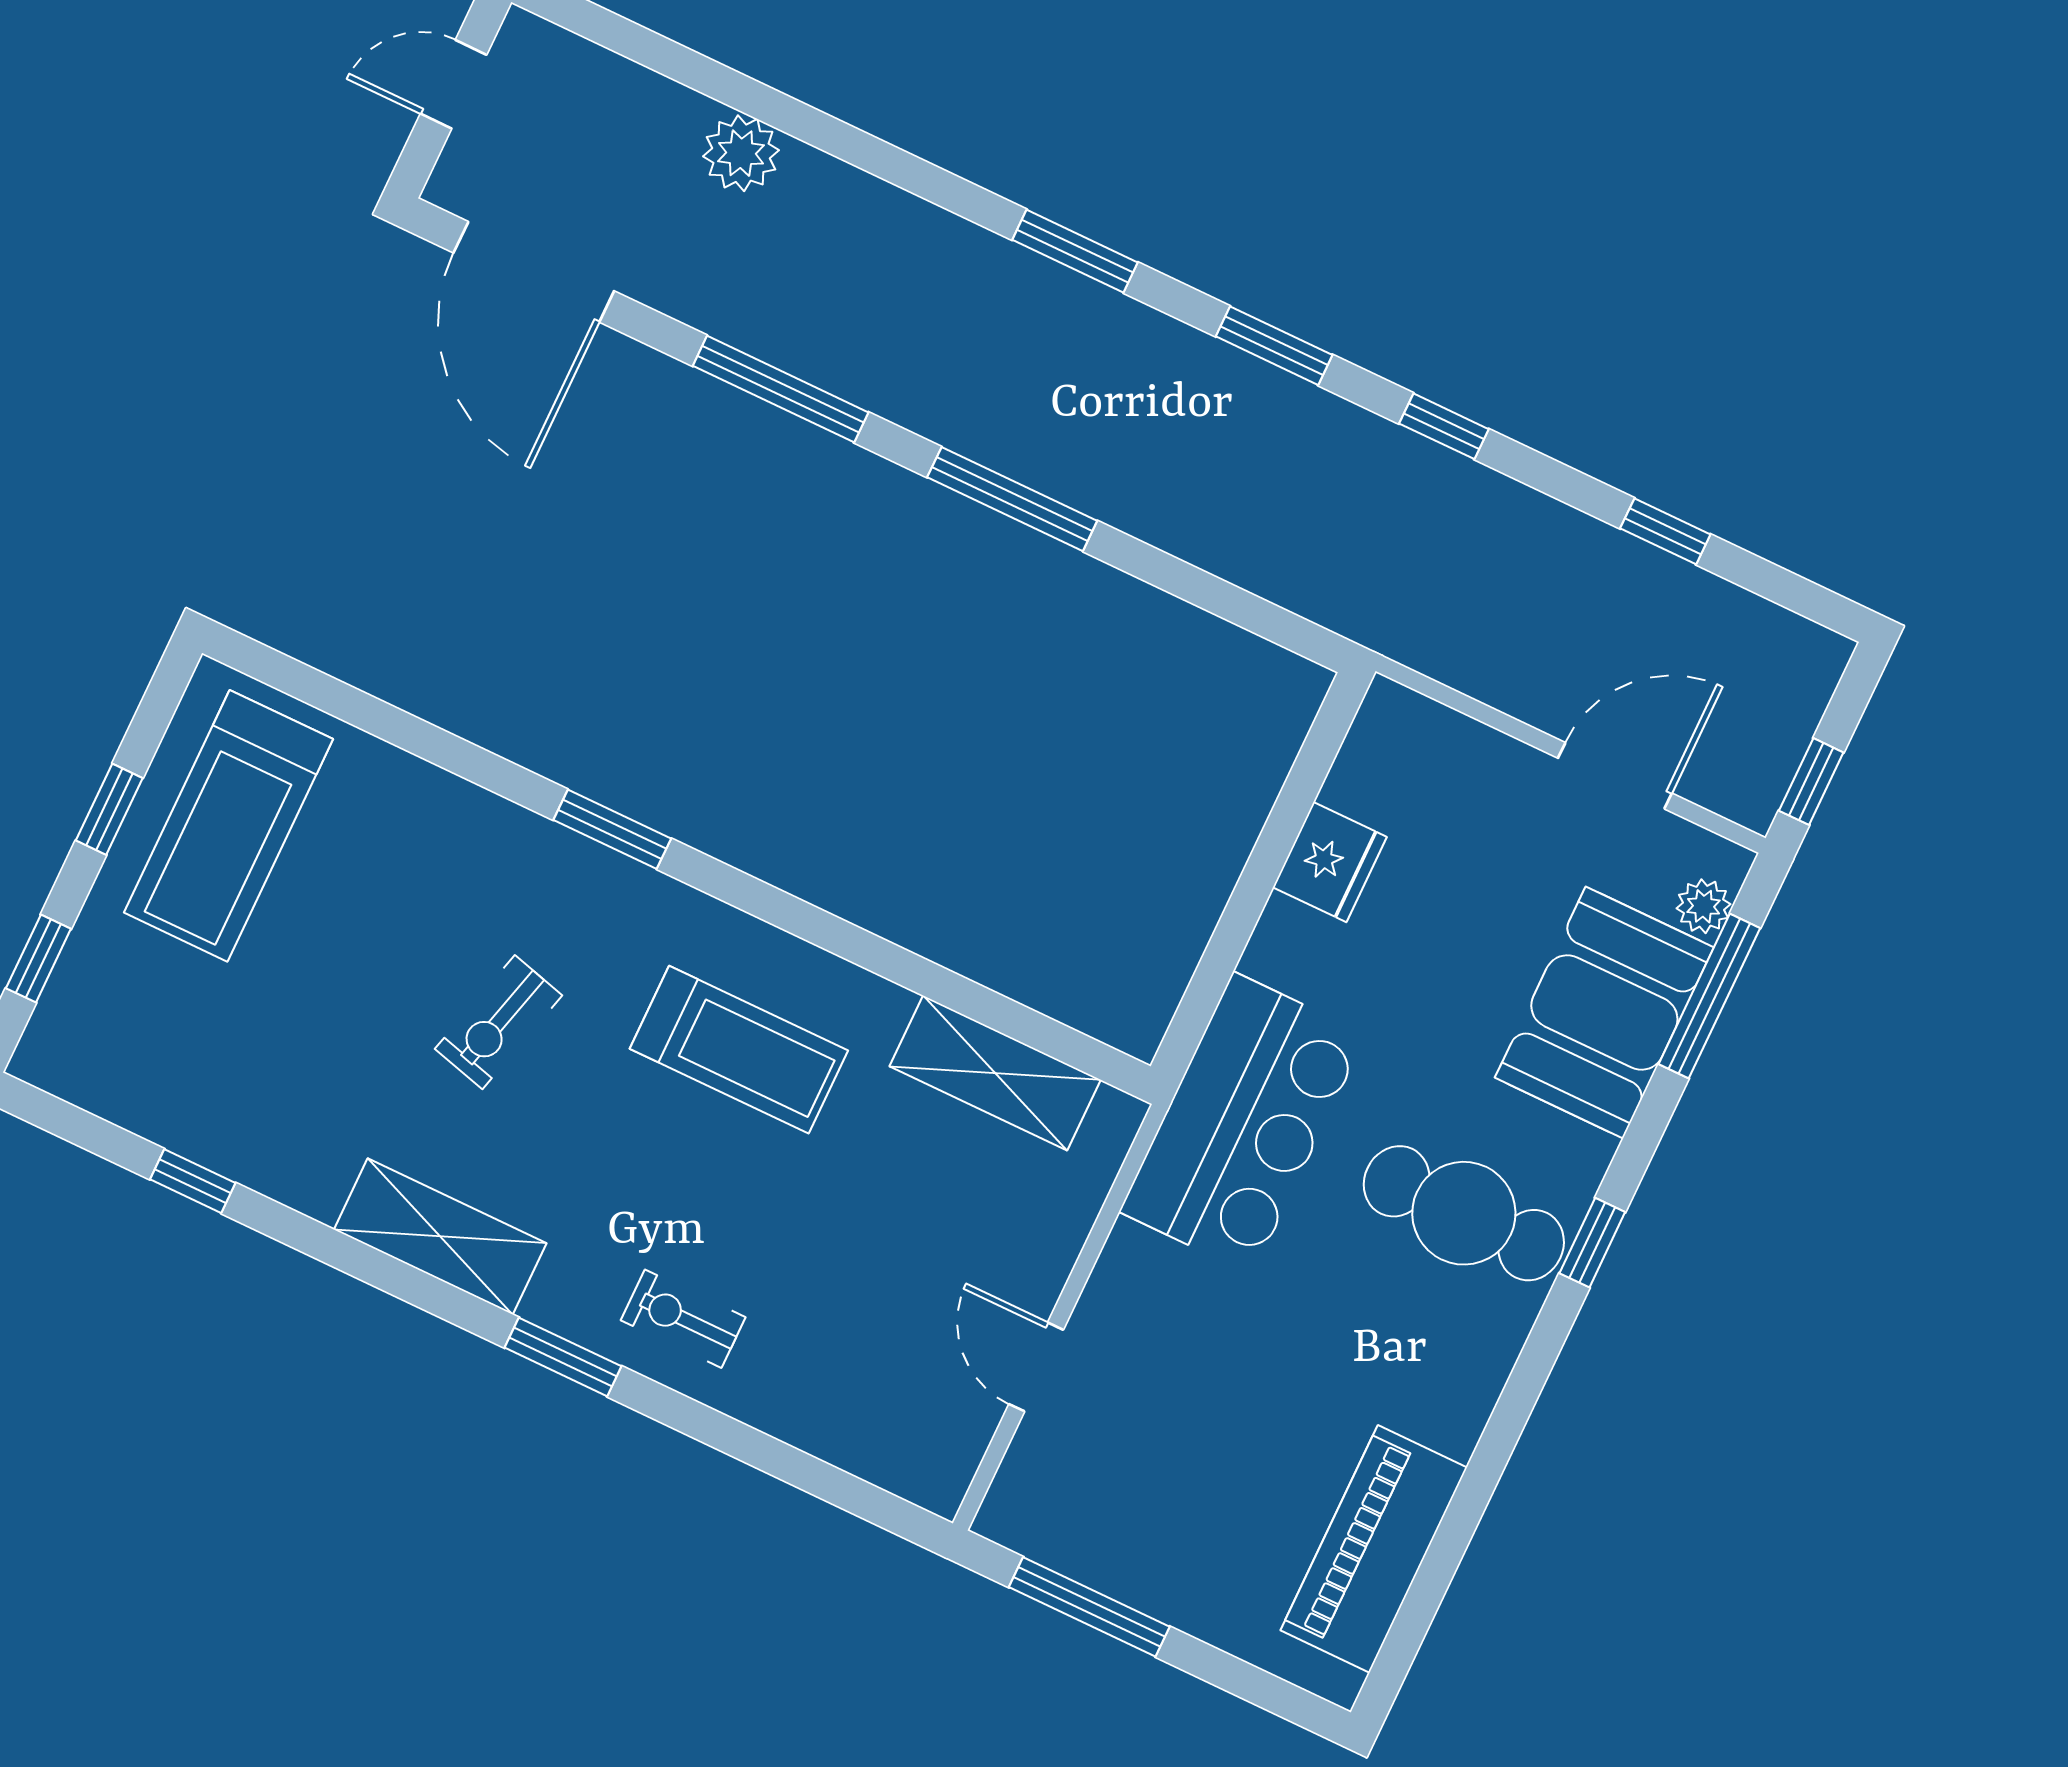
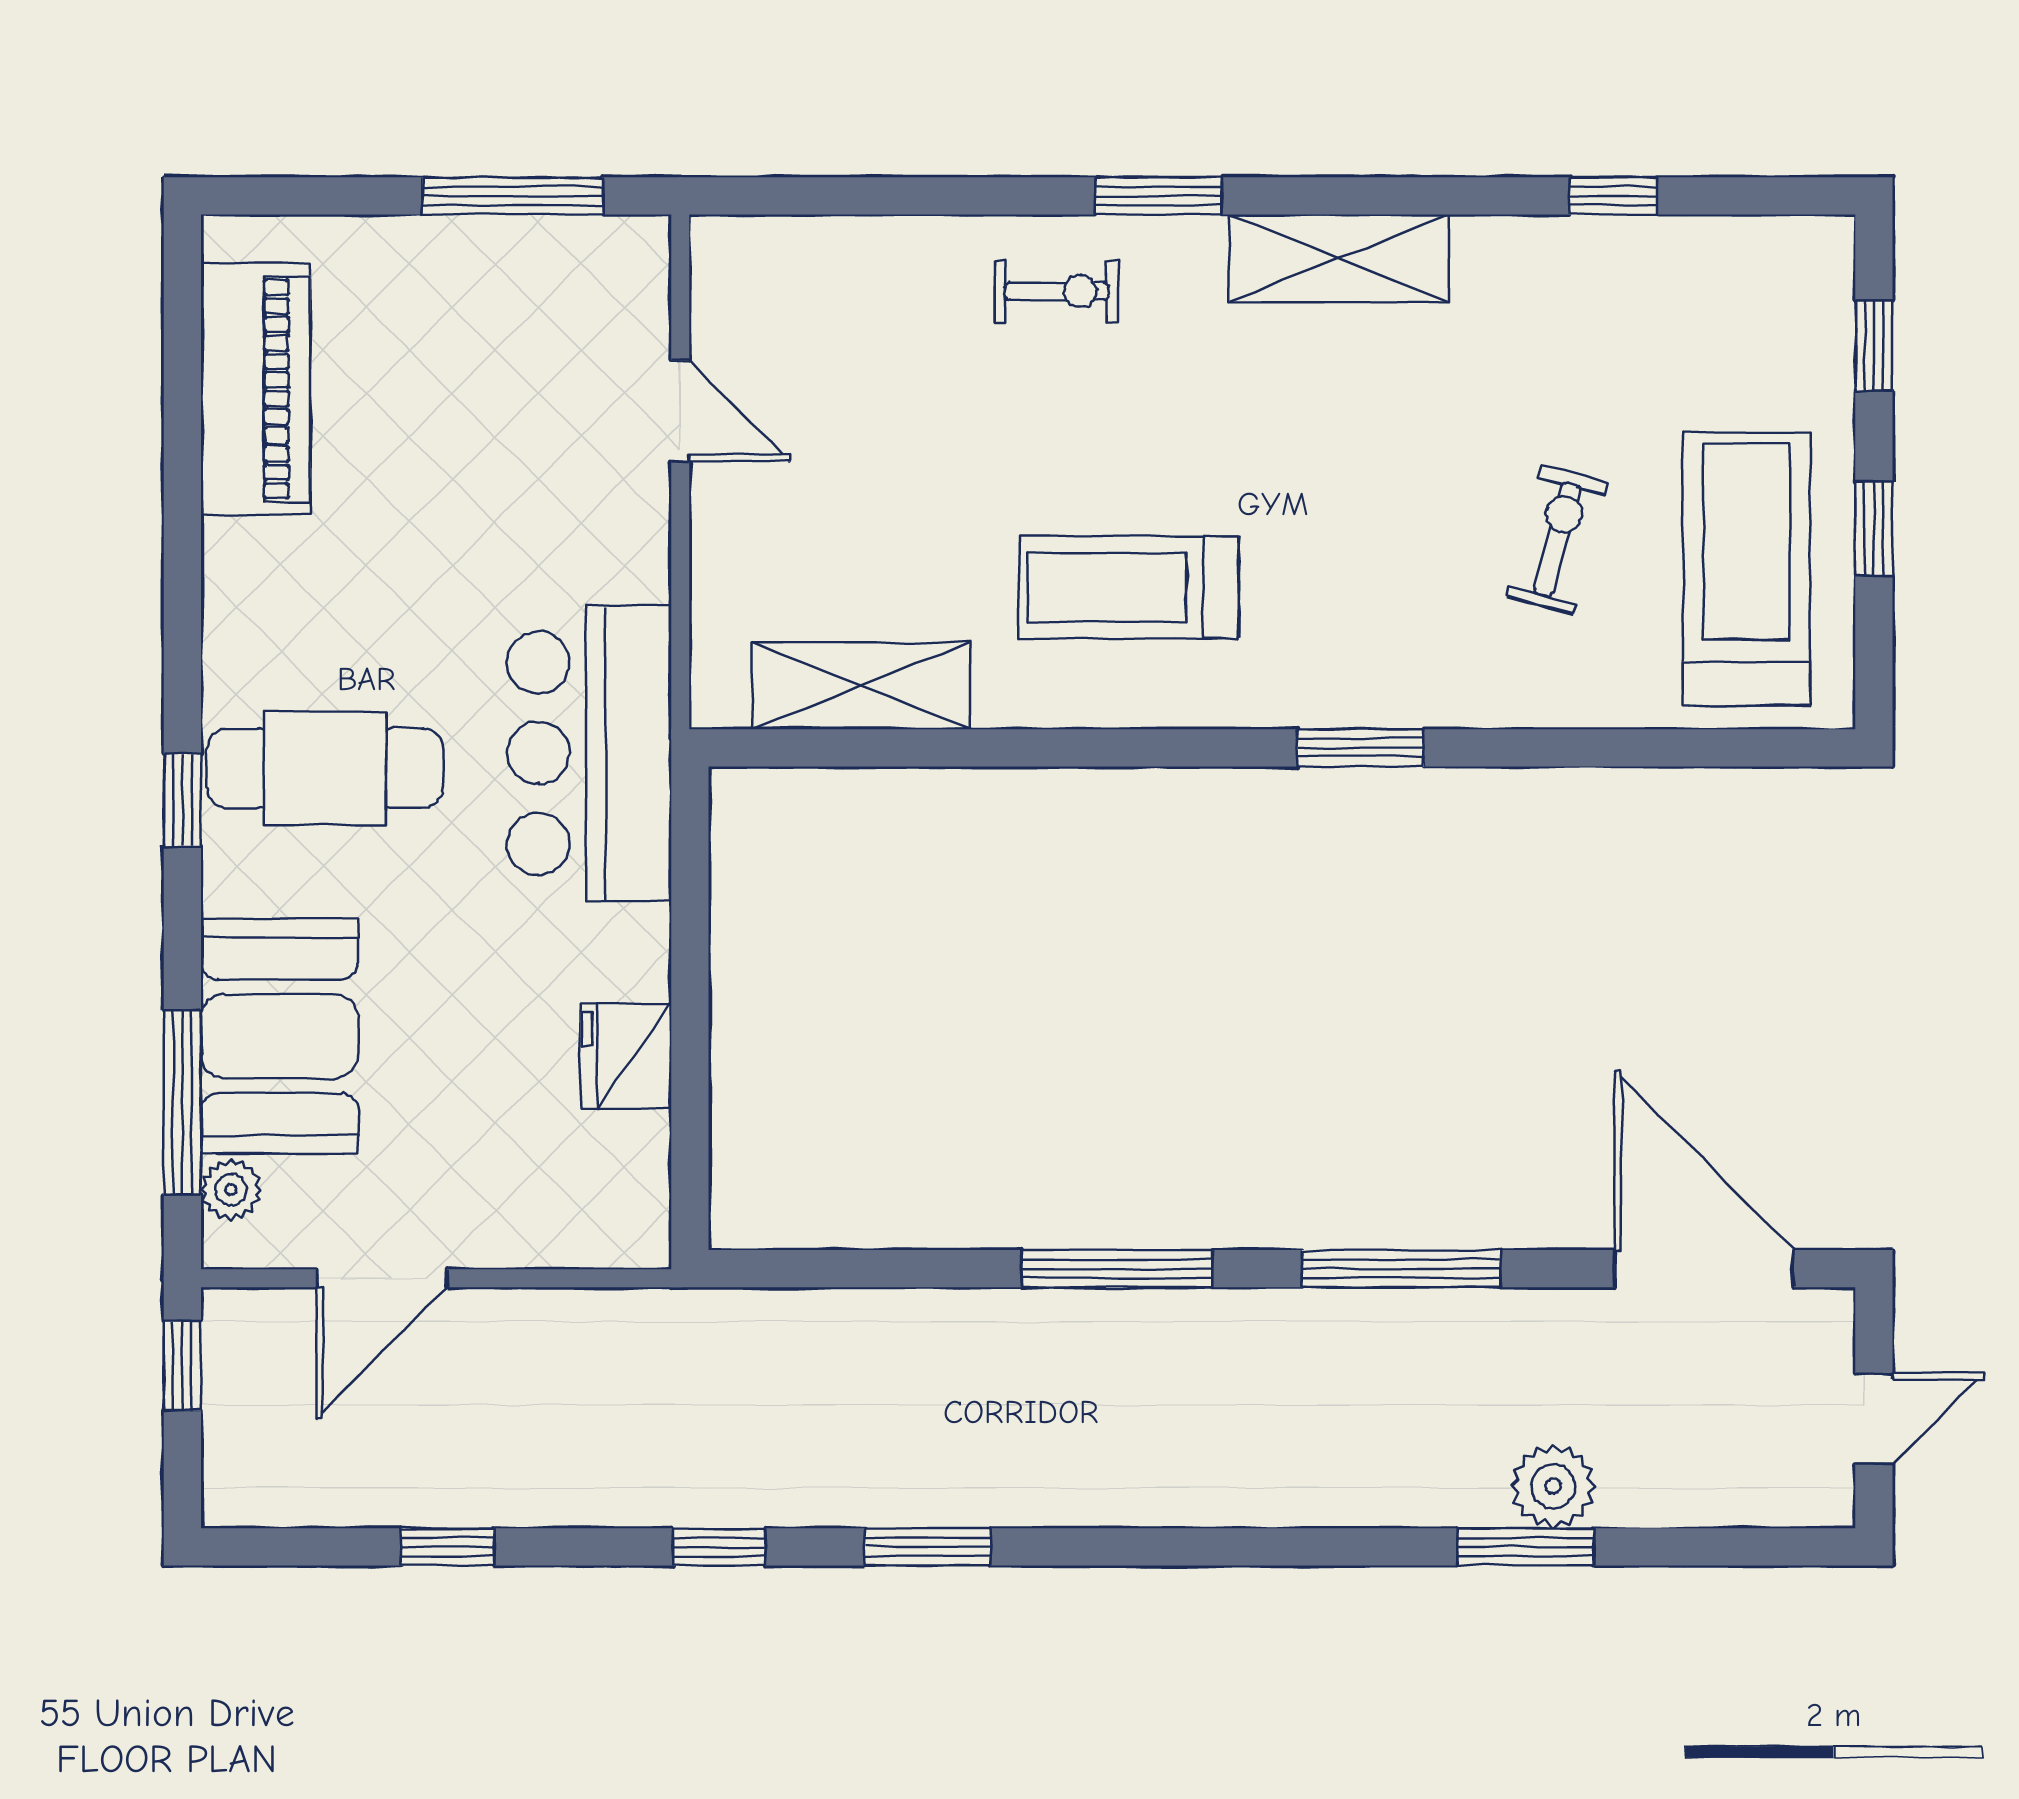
window: (1075, 251) -> (1526, 1547), moved
exercise bike: (499, 1022) -> (1557, 539), moved

